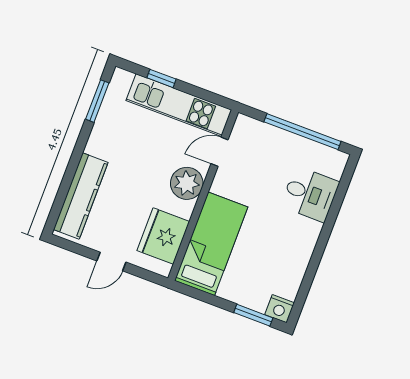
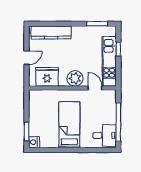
desk: (310, 194) -> (105, 135), moved, turned -90
bed: (211, 244) -> (69, 125), moved, turned -90
door: (111, 262) -> (27, 58), swing flipped

